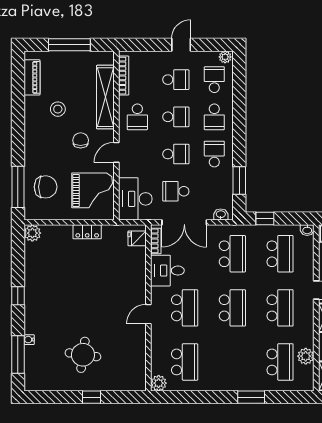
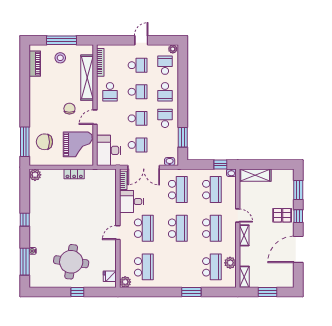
stool: (58, 109) -> (60, 58), moved
chair: (46, 187) -> (44, 142), turned 180
school desk: (176, 191) -> (137, 145), turned 180
window: (265, 219) -> (220, 164), moved
fridge: (137, 238) -> (110, 276), moved
round table: (83, 355) -> (71, 262), width x1.36, depth x1.36

